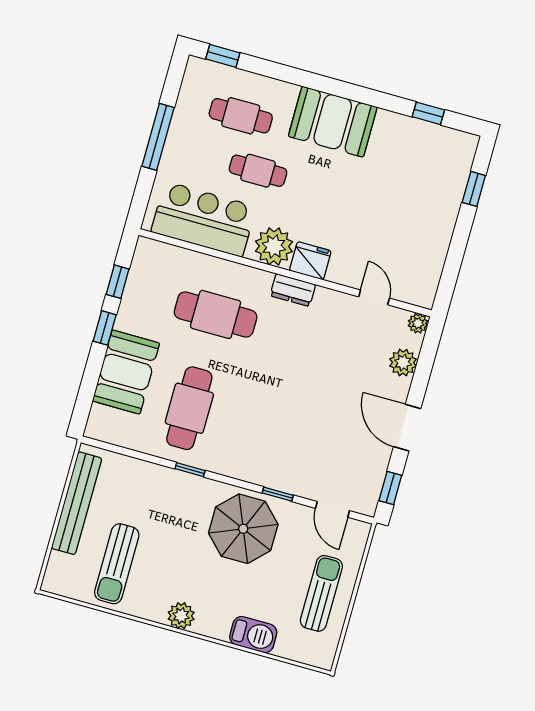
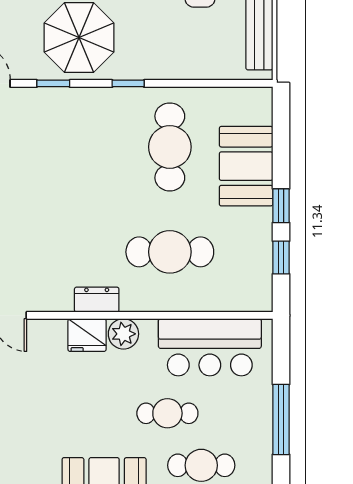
plant: (274, 246) -> (123, 334), width x0.73, depth x0.73
window: (190, 470) -> (128, 83), moved

